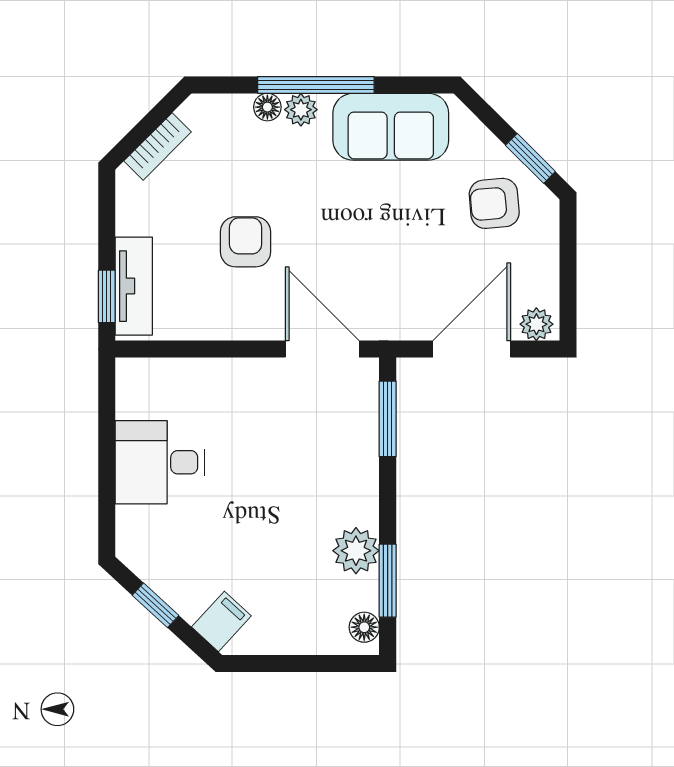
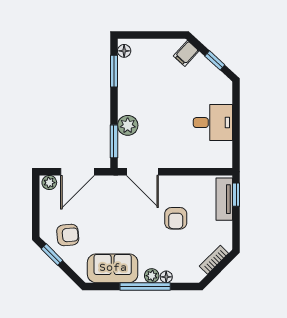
plant: (356, 551) -> (128, 125), moved

